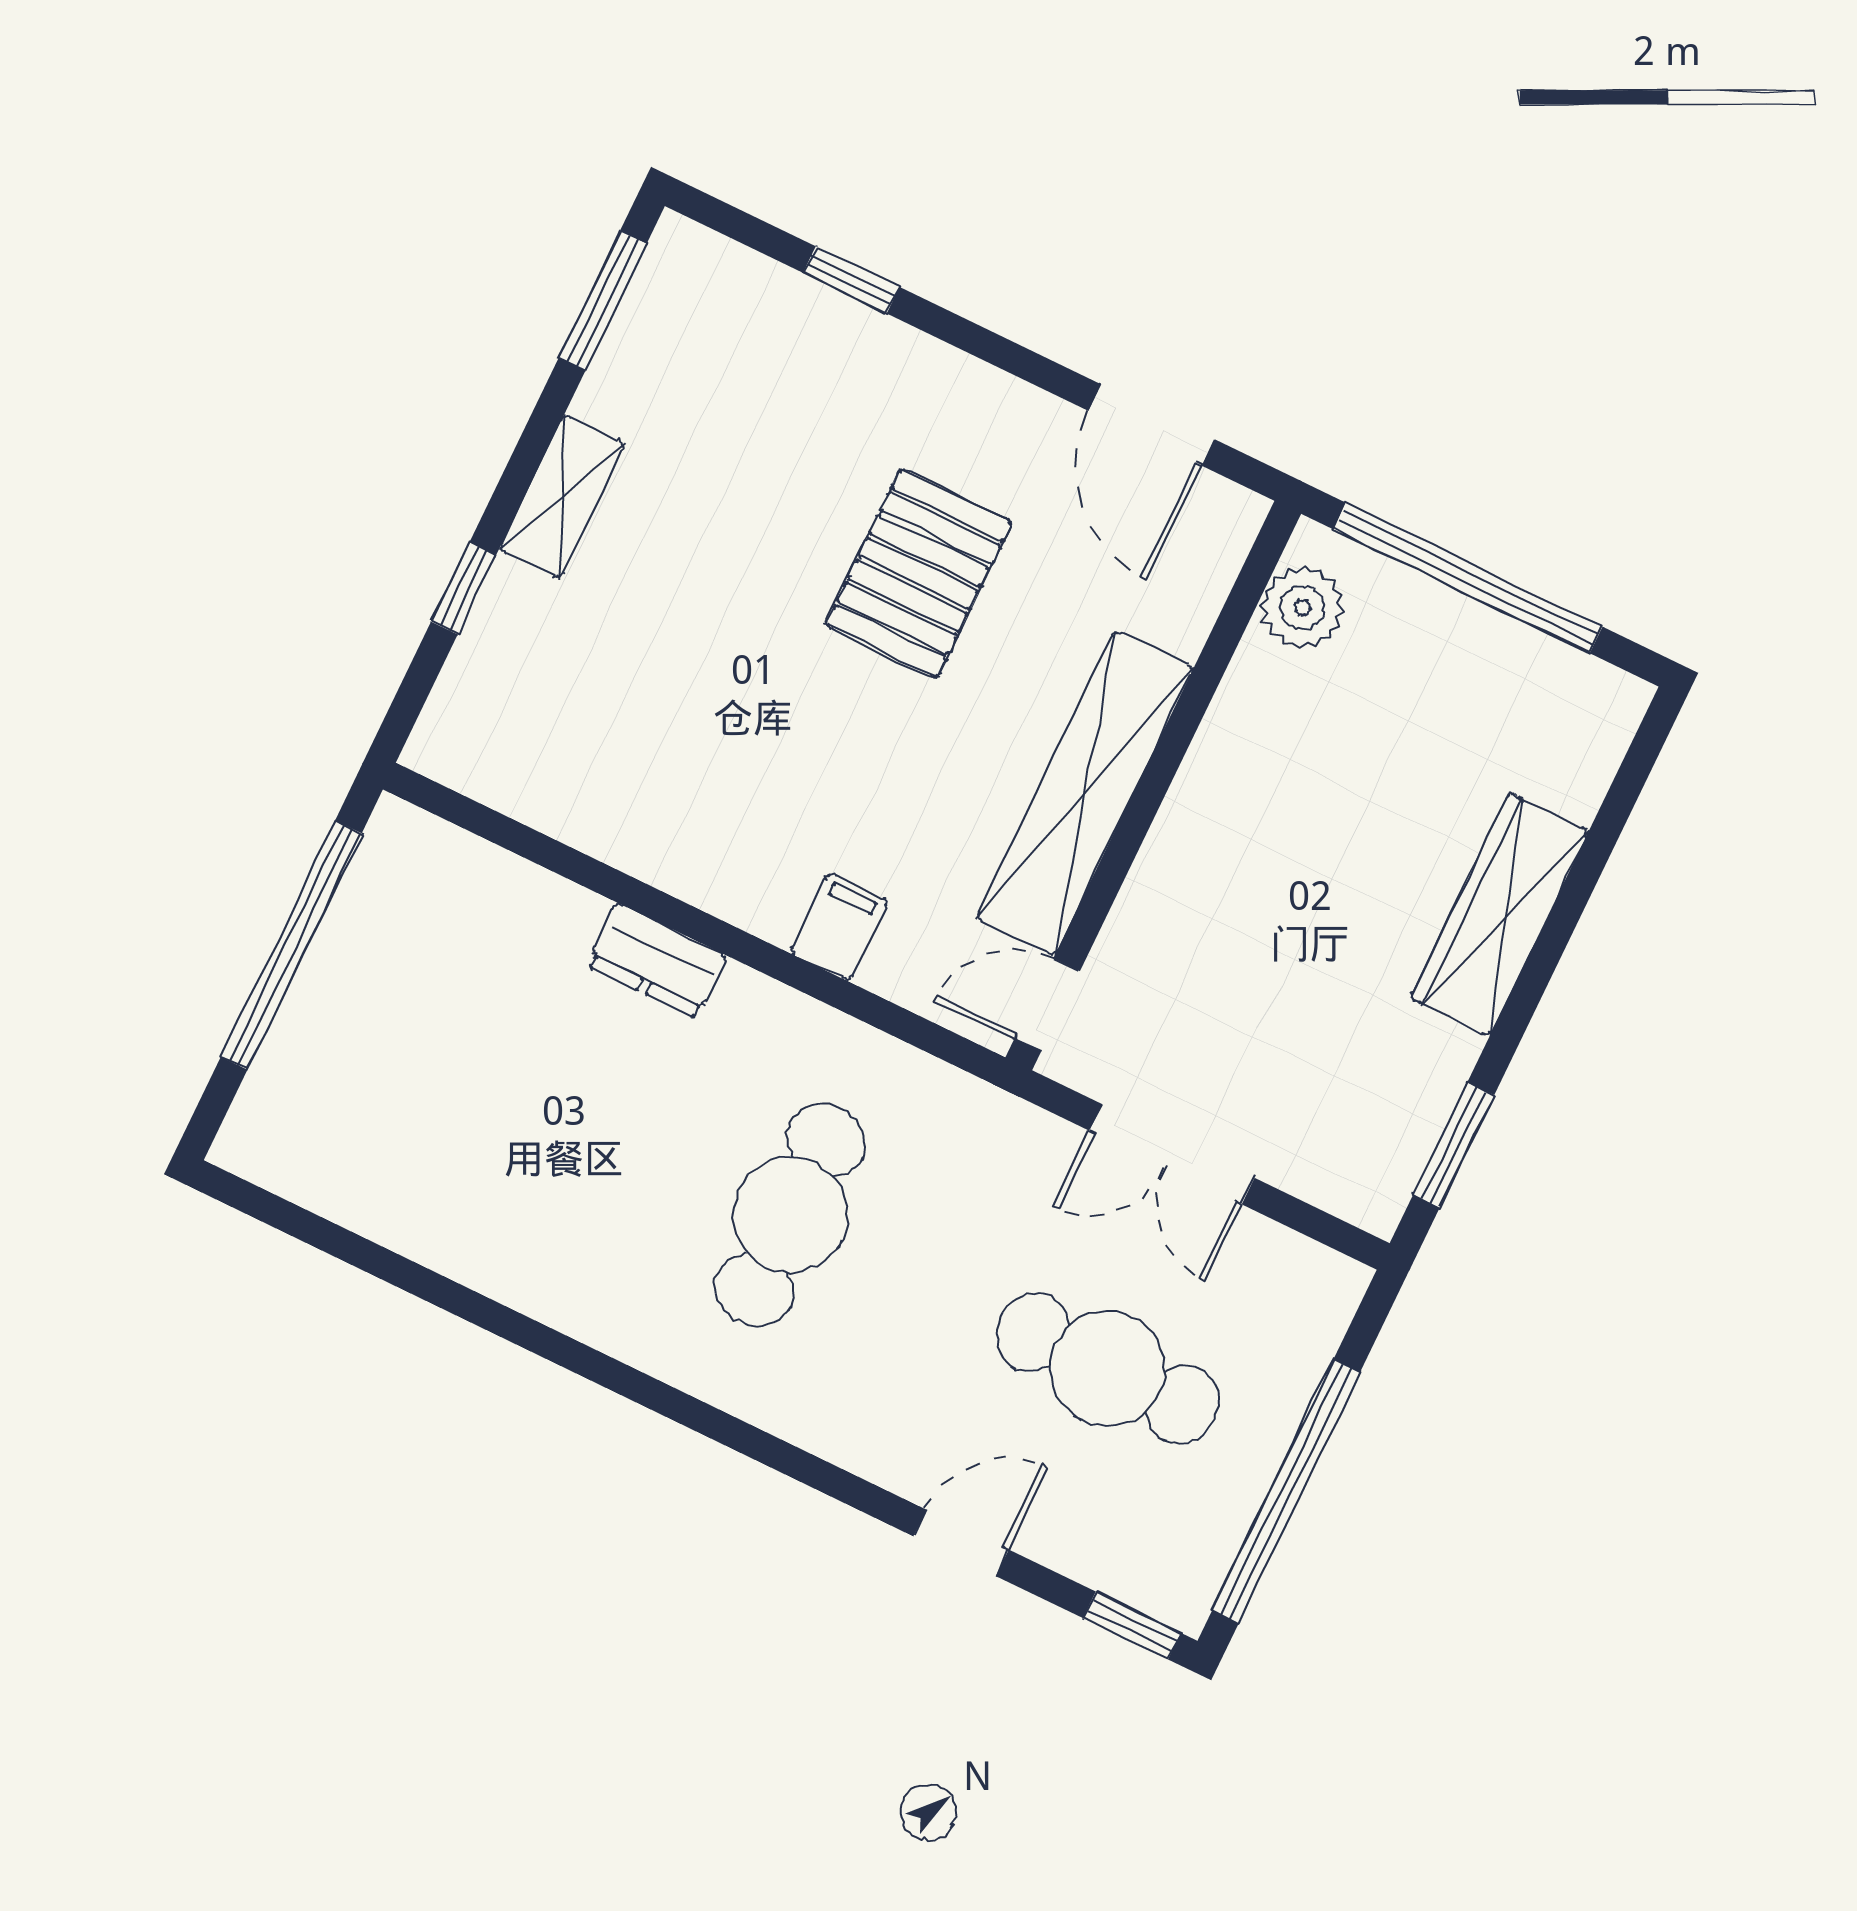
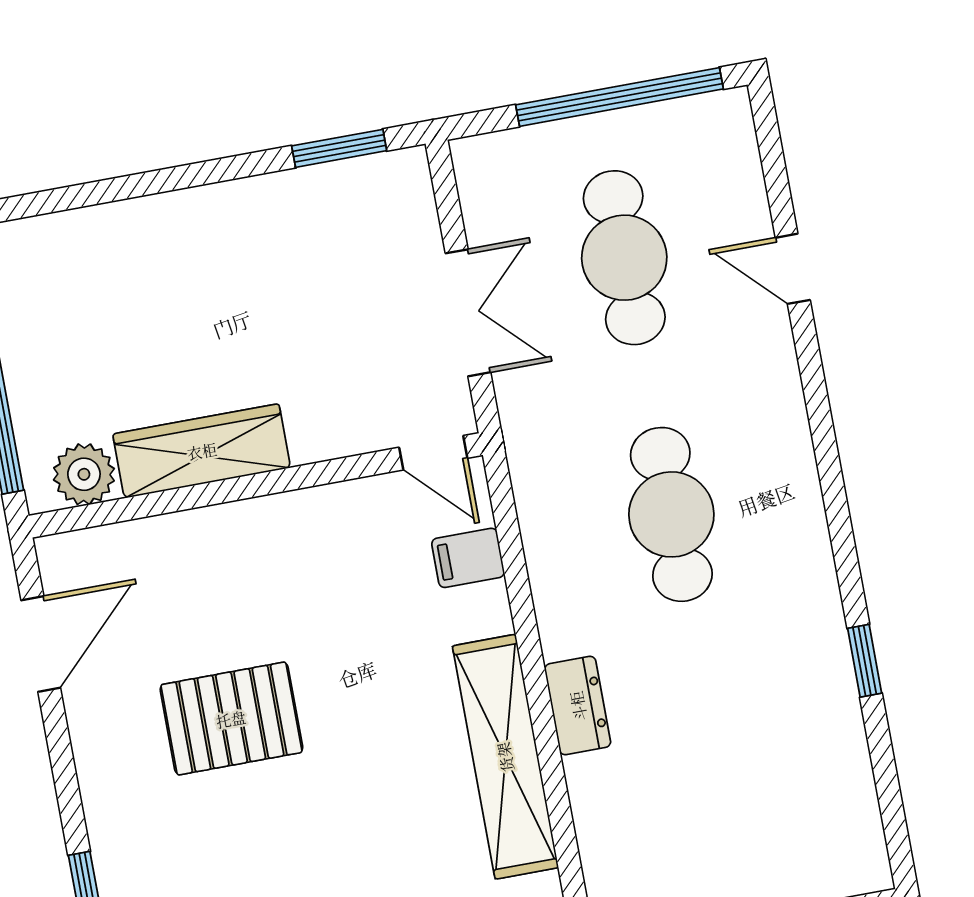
shelving: (1085, 792) -> (505, 757), moved, turned 90
wardrobe: (1500, 915) -> (202, 451), moved, turned 180
filing cabinet: (839, 927) -> (468, 558), moved
cafe table: (790, 1215) -> (671, 514), turned 90
window: (1132, 1625) -> (865, 661), moved

